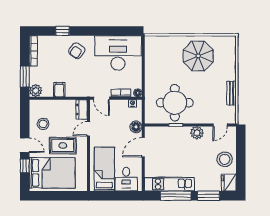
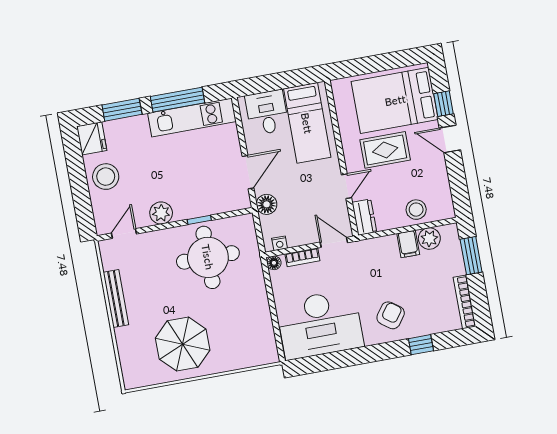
plant: (36, 91) -> (429, 239), moved
bench: (231, 93) -> (116, 298), width x1.36
stool: (43, 124) -> (416, 210), moved

